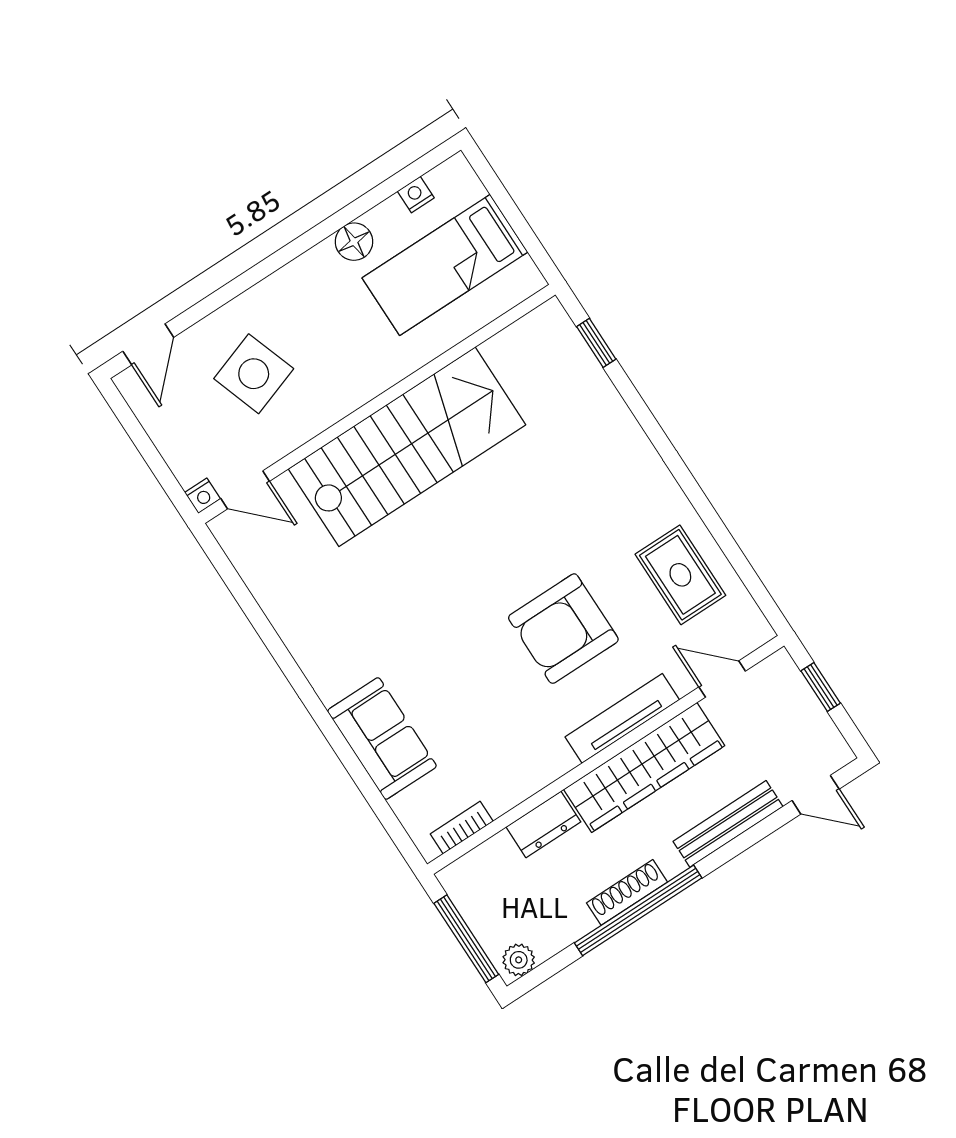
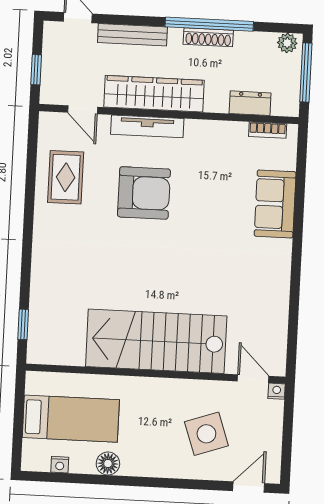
dresser: (543, 824) -> (250, 103), moved

